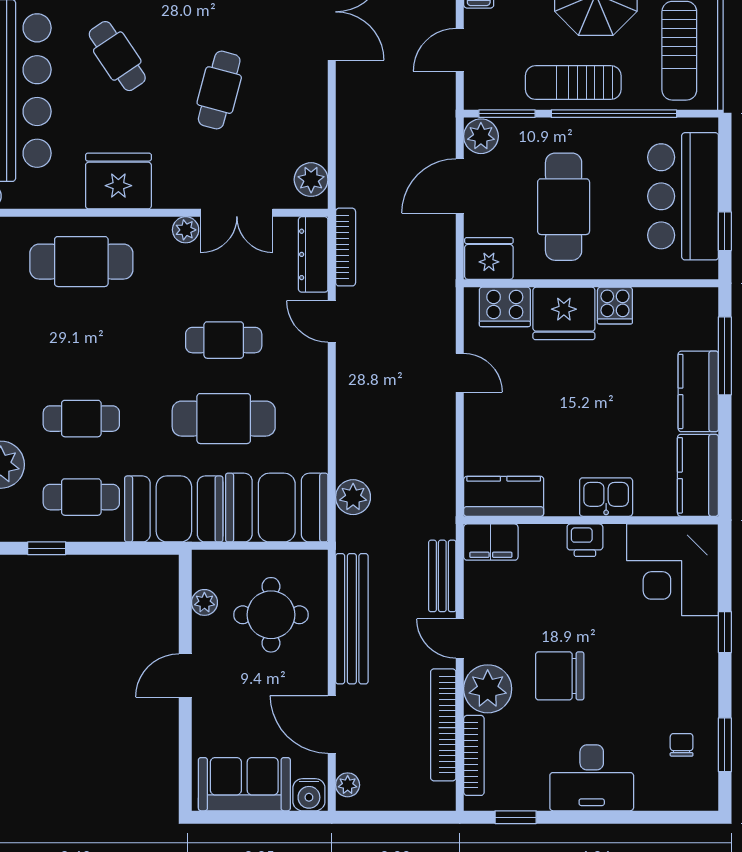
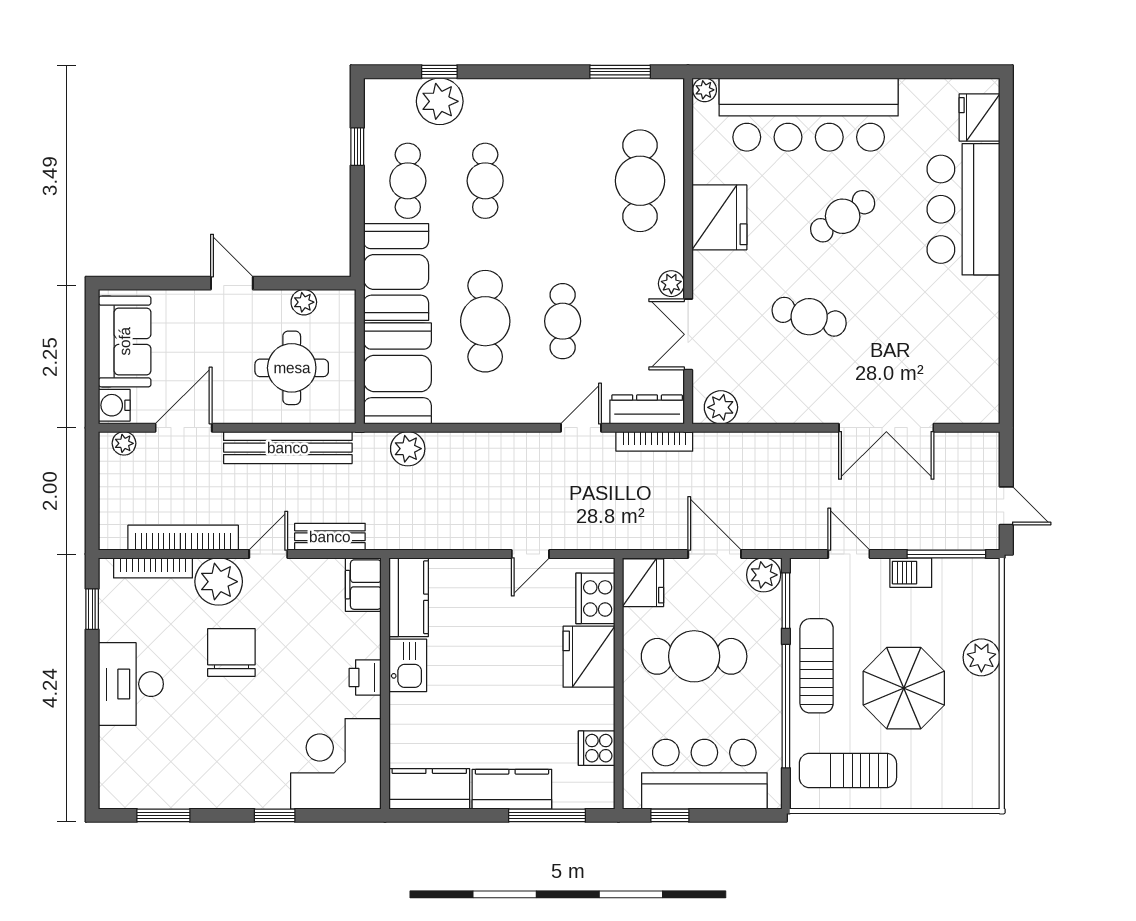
cooker: (615, 306) -> (597, 748), moved
kitchen sink: (606, 497) -> (408, 665), moved
chair: (682, 745) -> (163, 773), removed

